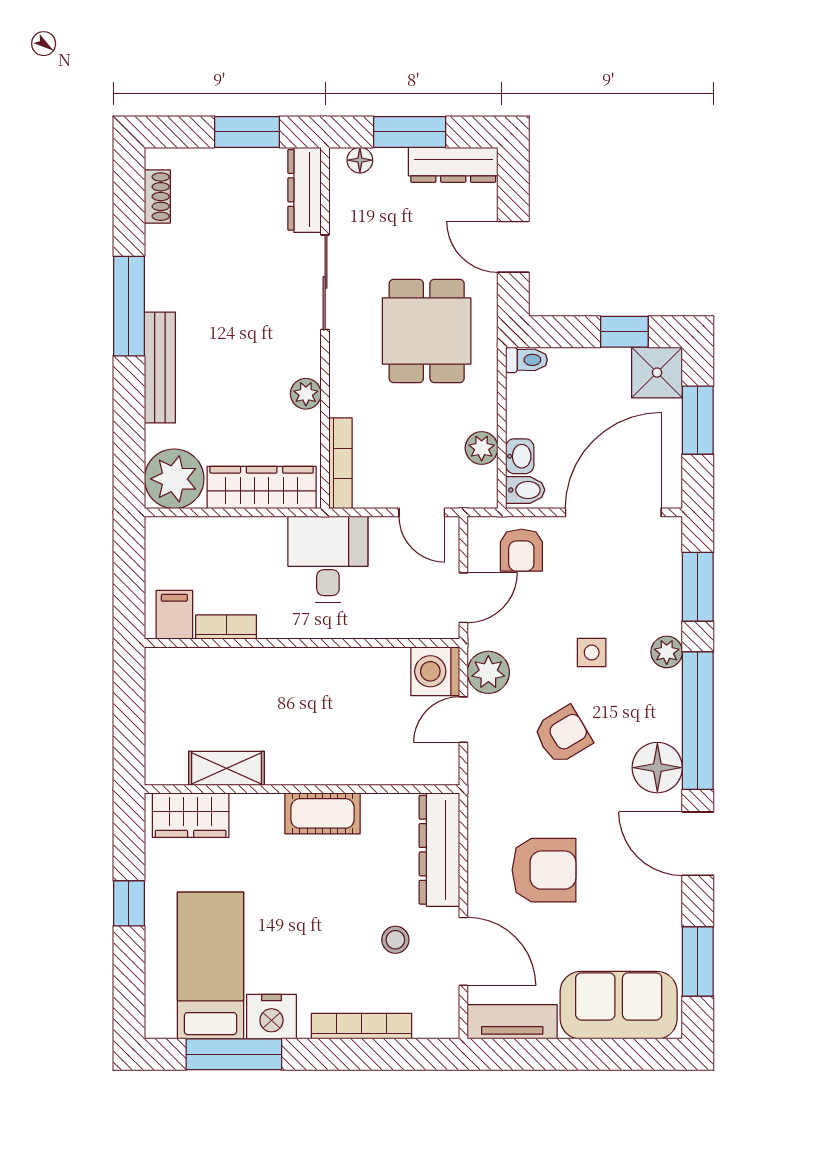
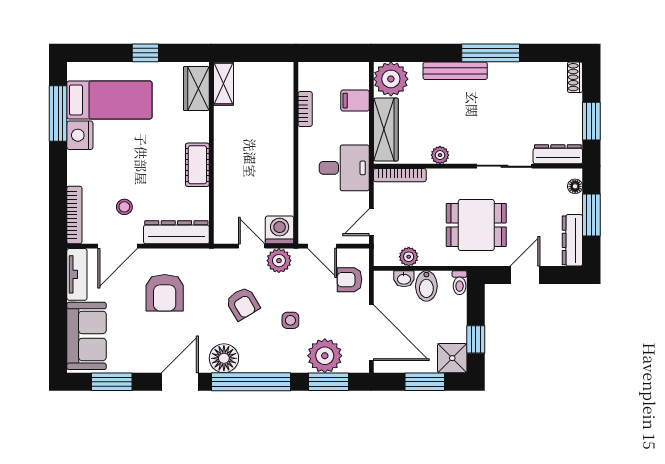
shoe rack: (157, 197) -> (575, 77), moved, turned 90
bidet: (525, 490) -> (426, 286), moved, width x1.38, depth x1.36
filing cabinet: (174, 615) -> (355, 101), moved, turned 180
plant: (667, 652) -> (325, 356), moved, width x1.88, depth x1.88
shelving: (226, 768) -> (223, 84), moved
bookcase: (362, 1026) -> (74, 215), moved

